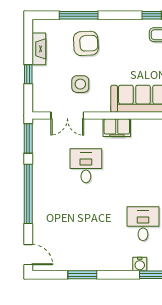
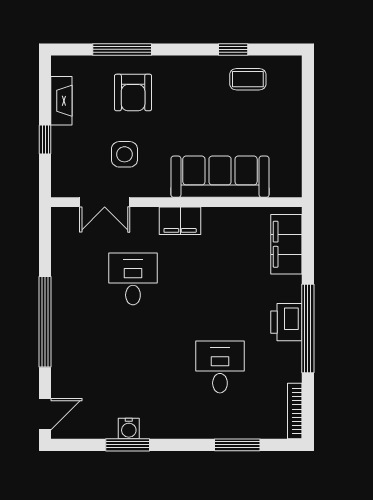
armchair: (86, 43) -> (133, 92), turned 93
window: (28, 138) -> (45, 237), removed
door: (28, 255) -> (45, 414), hinge flipped
water cooler: (140, 264) -> (129, 429), moved

